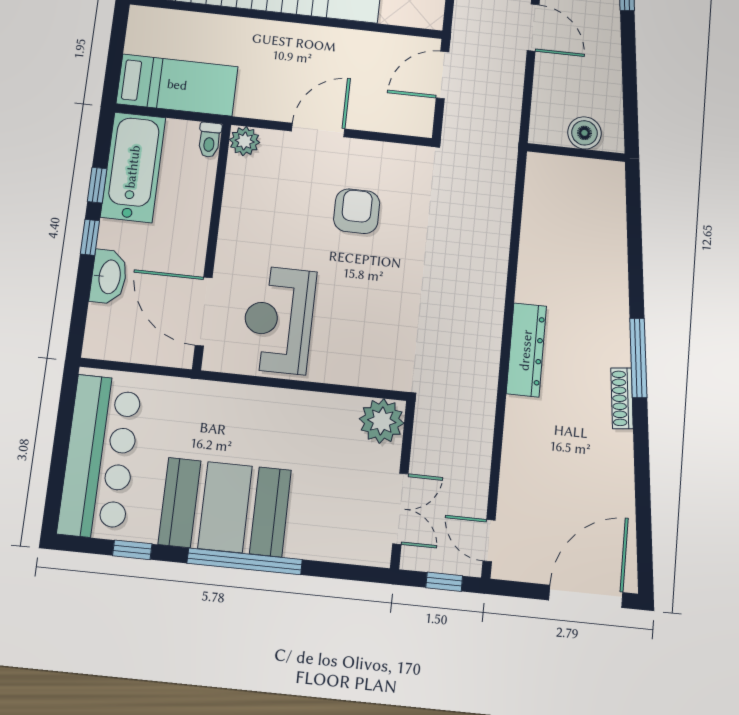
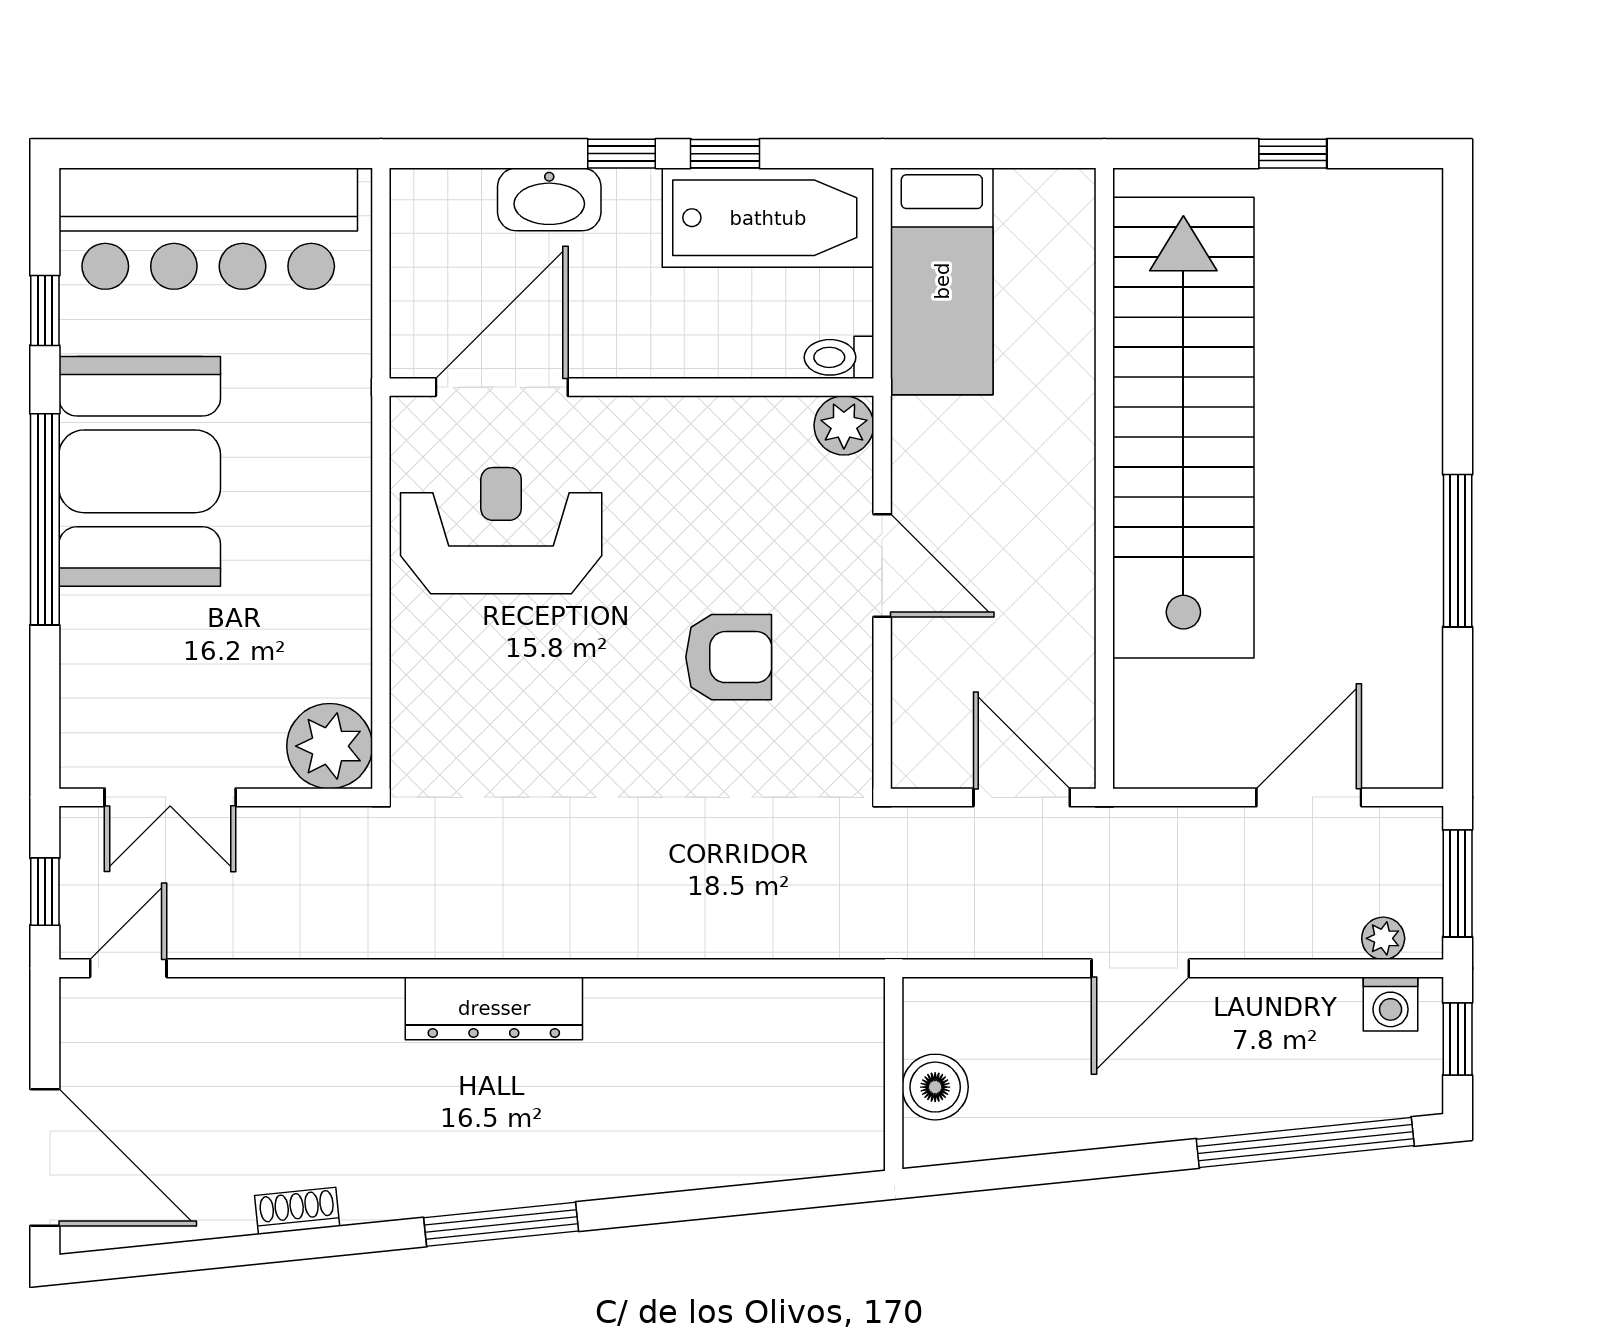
shoe rack: (622, 398) -> (297, 1211), moved, width x0.70

